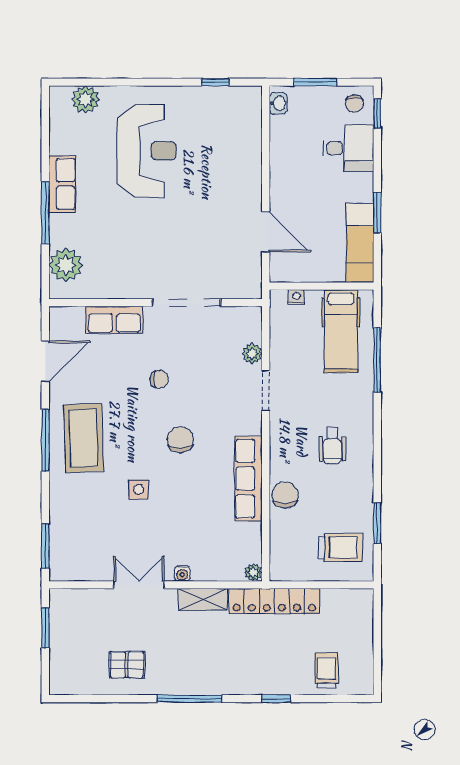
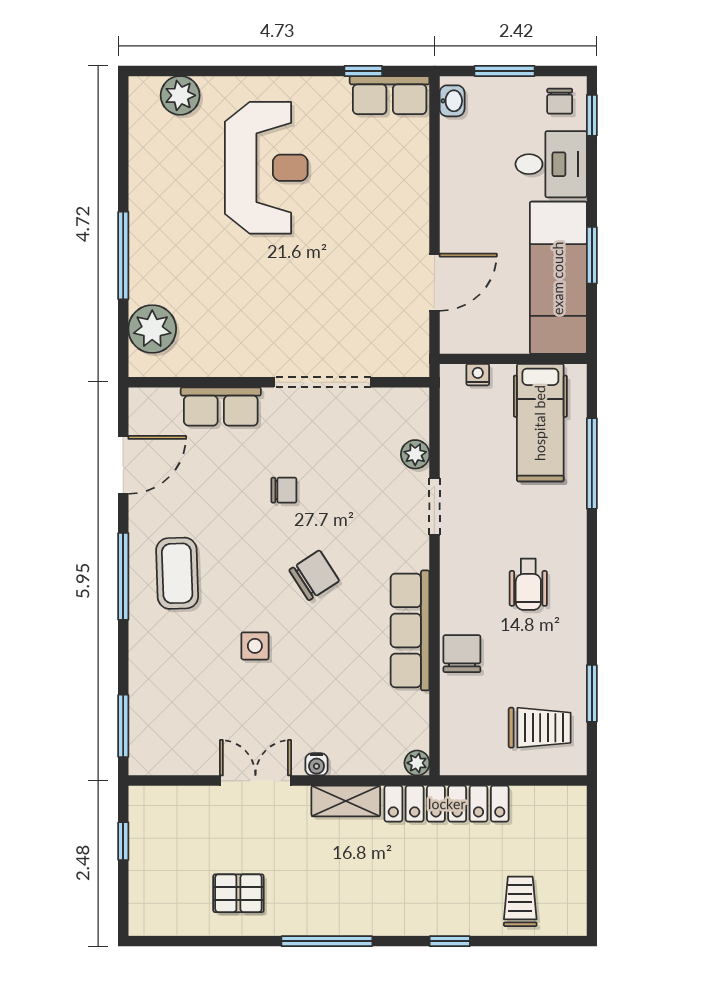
row of seats: (62, 184) -> (390, 95), moved, turned 90
door: (266, 232) -> (434, 282), hinge flipped
exam couch: (360, 243) -> (558, 278), width x1.36, depth x1.45
coffee table: (83, 438) -> (177, 573), width x0.73, depth x0.76
chair: (180, 440) -> (314, 575), turned 57
window: (45, 628) -> (123, 841), width x0.67

